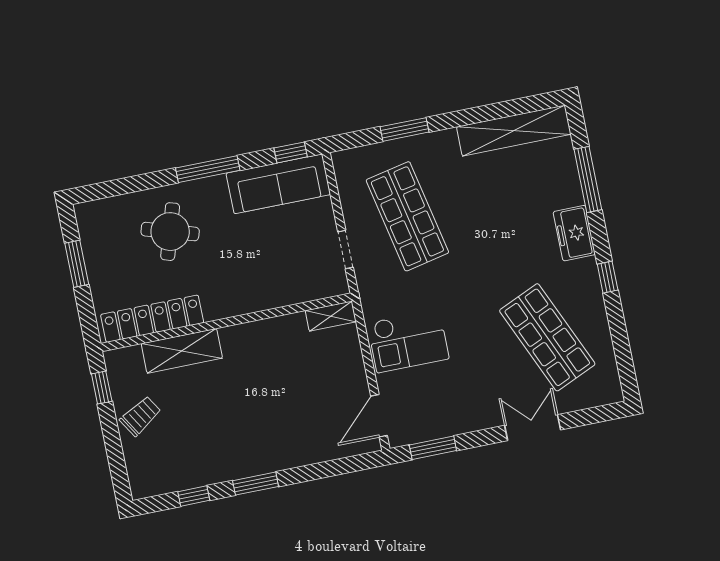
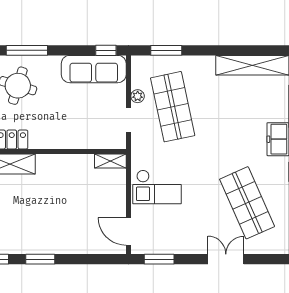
window: (405, 129) -> (166, 50), moved
window: (208, 169) -> (27, 50), moved
plant: (352, 211) -> (138, 96), added
door: (379, 416) -> (129, 231), hinge flipped

